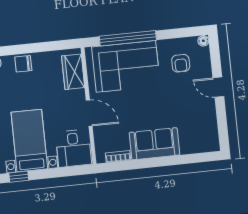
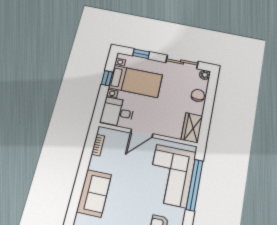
wardrobe: (73, 72) -> (192, 128), moved, turned -90
sofa: (154, 144) -> (94, 193), moved
window: (19, 177) -> (107, 78), moved

